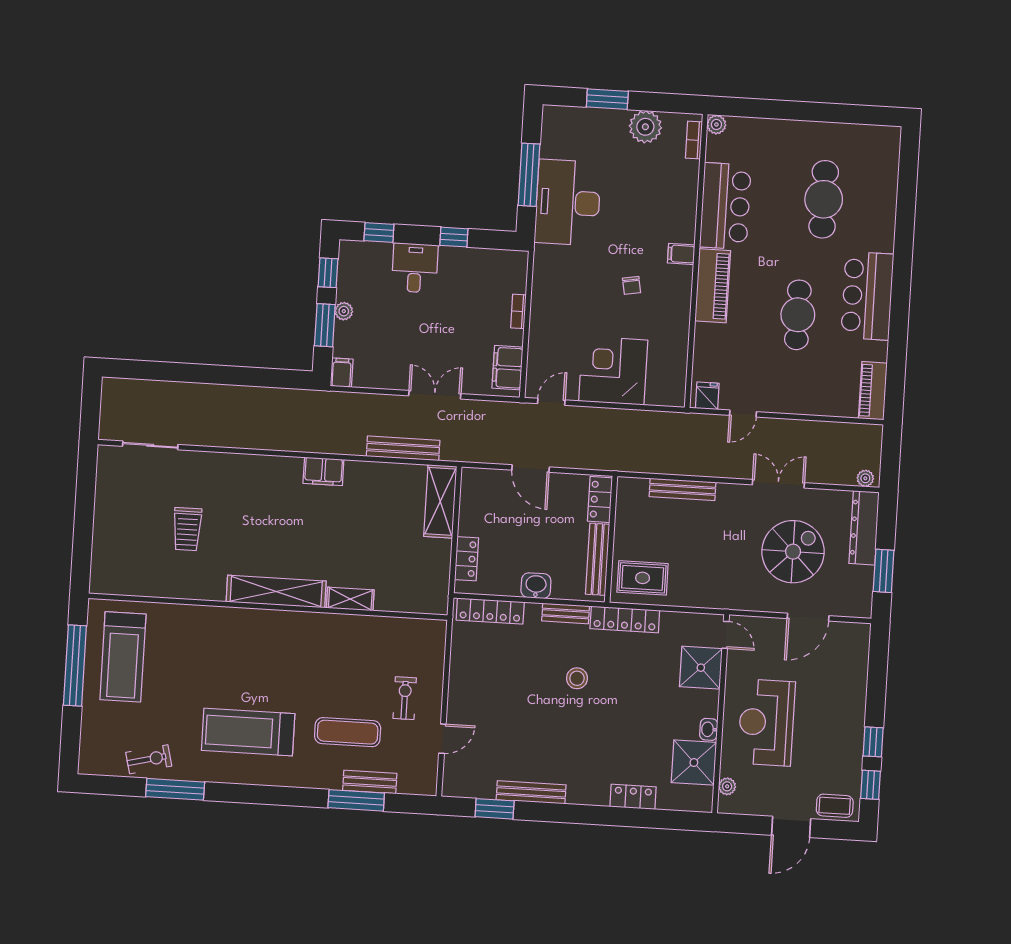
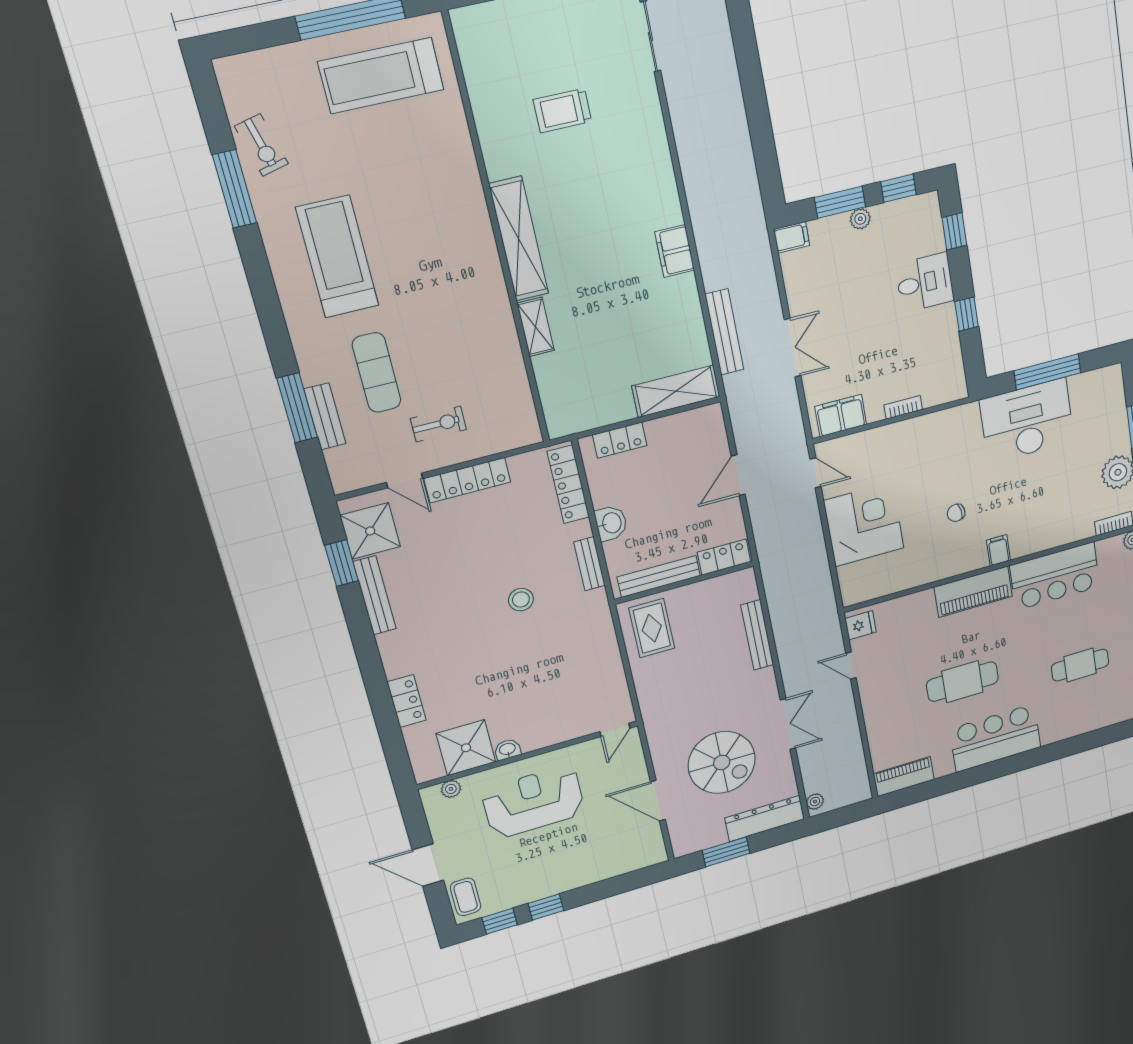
cafe table: (824, 199) -> (1080, 665), width x0.73, depth x0.74
locker: (625, 619) -> (467, 480), moved, turned -90
shower: (701, 668) -> (370, 531), moved

